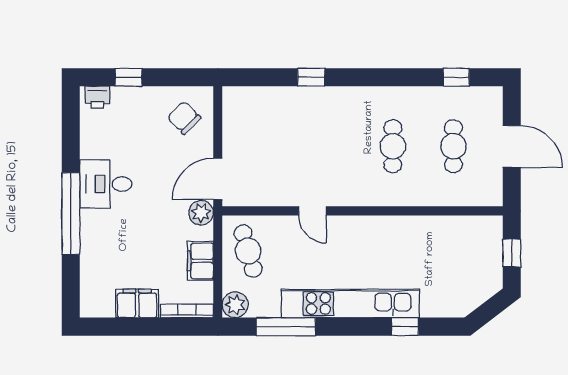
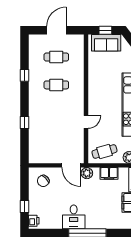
window: (456, 77) -> (25, 75), moved
sofa: (485, 255) -> (106, 43), added

